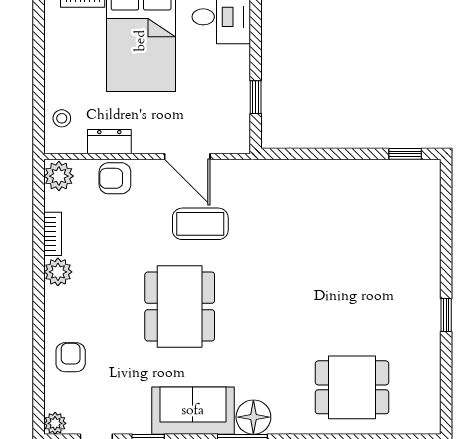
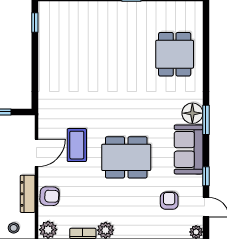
dresser: (109, 142) -> (28, 194), width x1.44
armchair: (115, 178) -> (50, 196), turned -88
armchair: (71, 357) -> (169, 201), moved, turned 90

